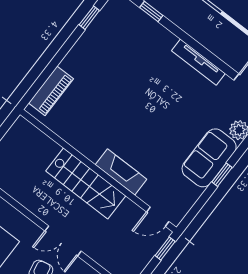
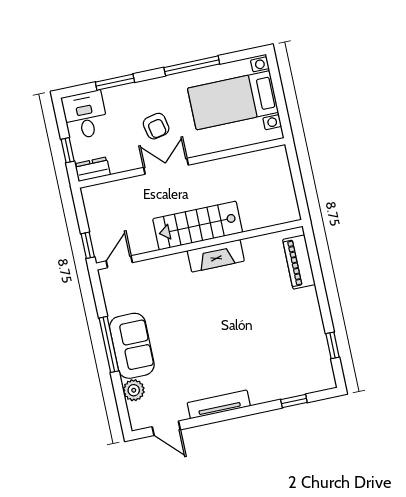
fireplace: (121, 172) -> (216, 256), moved
window: (222, 175) -> (109, 344), width x2.17

